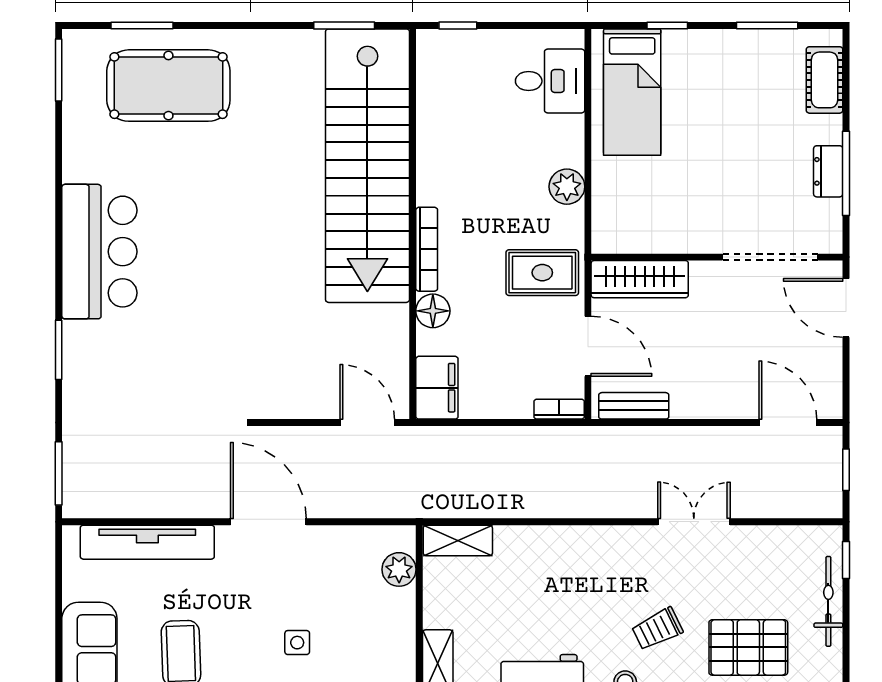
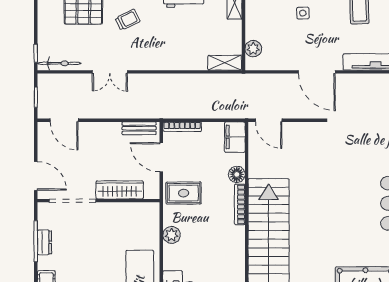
wardrobe: (640, 279) -> (120, 190), moved
bookcase: (559, 409) -> (182, 127), width x1.56
bicycle: (828, 601) -> (59, 63), moved, turned -90

